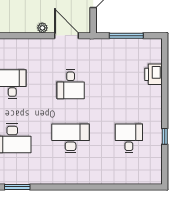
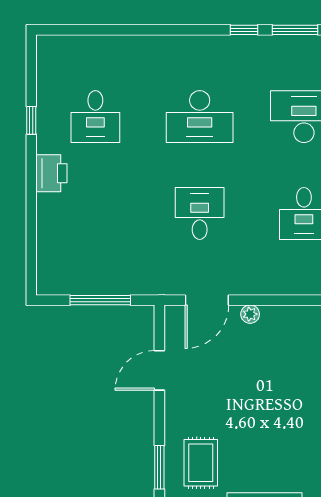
door: (67, 36) -> (207, 300), hinge flipped
printer: (153, 74) -> (51, 173), moved
window: (46, 187) -> (244, 30), added

